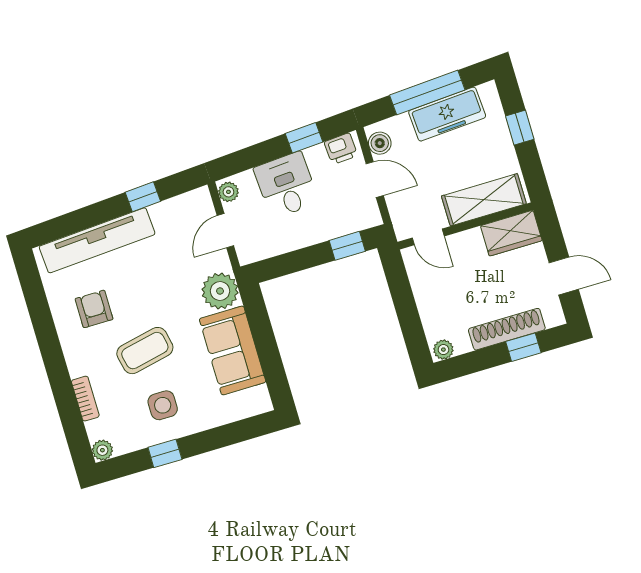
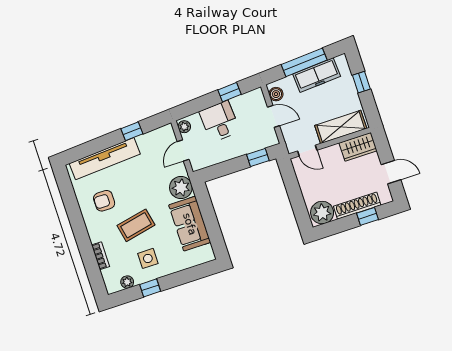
printer: (341, 149) -> (252, 98), removed
armchair: (94, 309) -> (104, 201), turned -90
plant: (443, 350) -> (322, 213), width x1.88, depth x1.88
plant: (102, 450) -> (127, 282), moved

